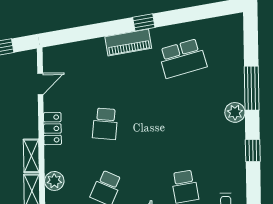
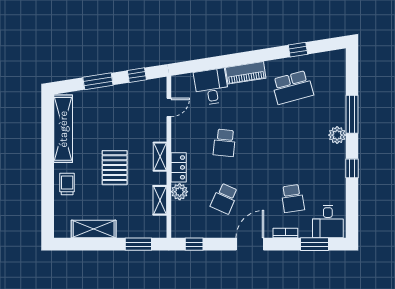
window: (144, 22) -> (298, 50), moved
desk: (89, 59) -> (211, 87), added
locker: (52, 129) -> (179, 167), moved
shelving: (31, 156) -> (160, 157), moved

